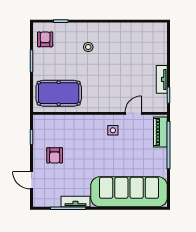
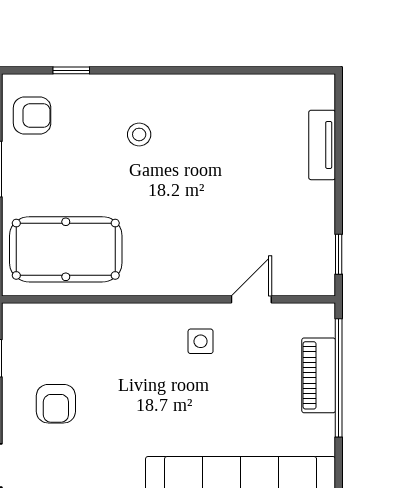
armchair: (45, 39) -> (32, 116), turned 90
tv unit: (162, 79) -> (322, 145), moved
piano: (160, 132) -> (319, 375), moved

